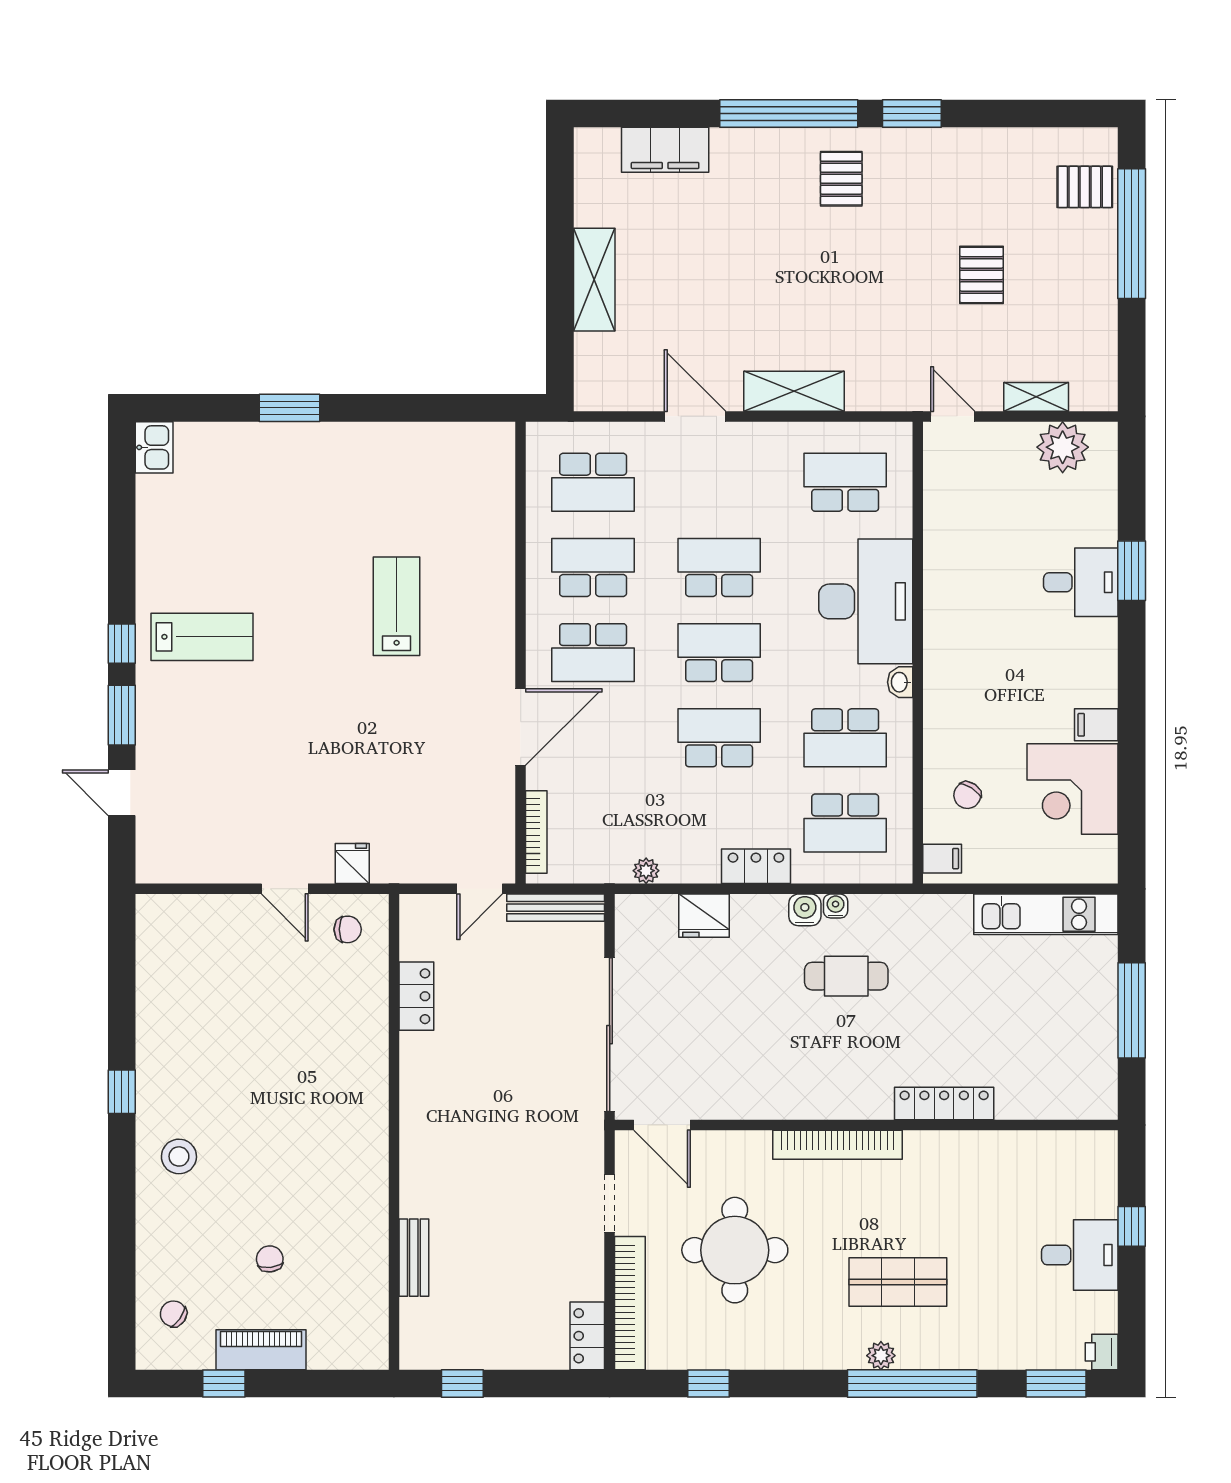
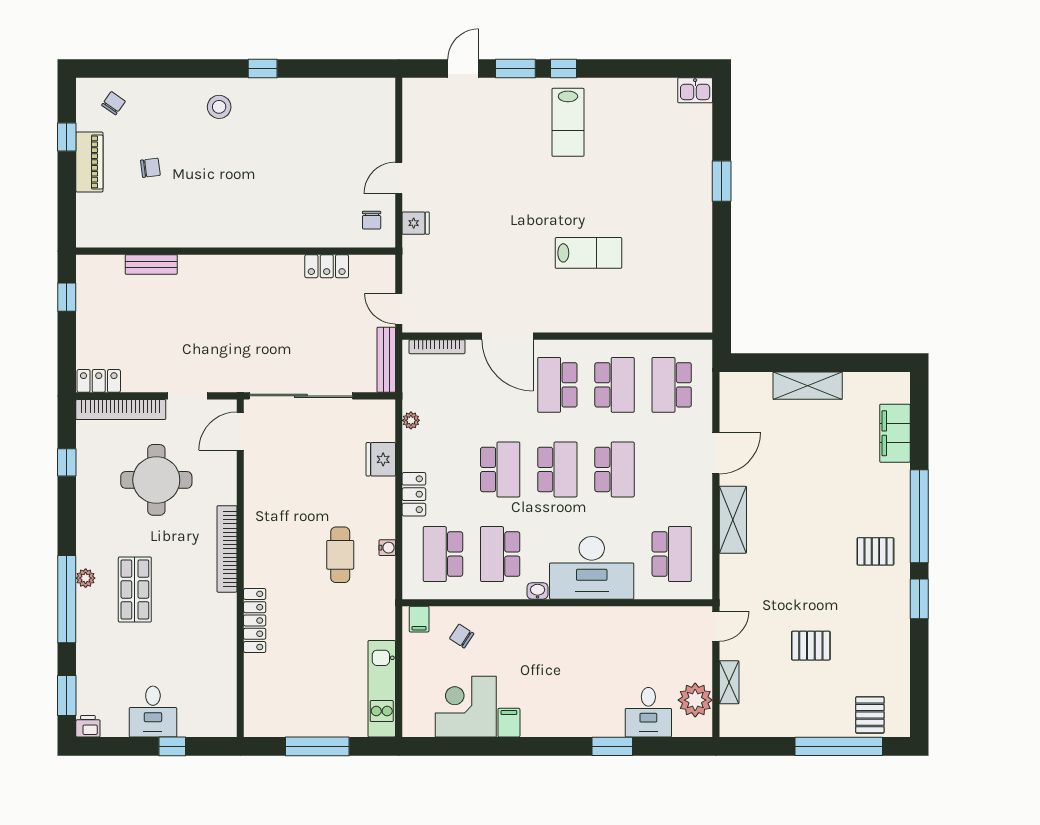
desk: (1081, 582) -> (648, 712), moved
water cooler: (805, 910) -> (385, 527), removed

